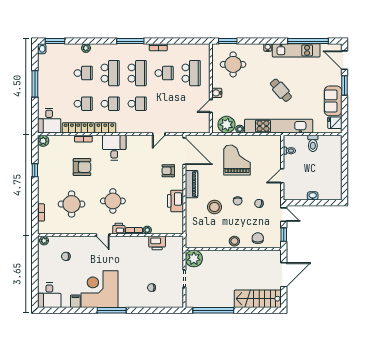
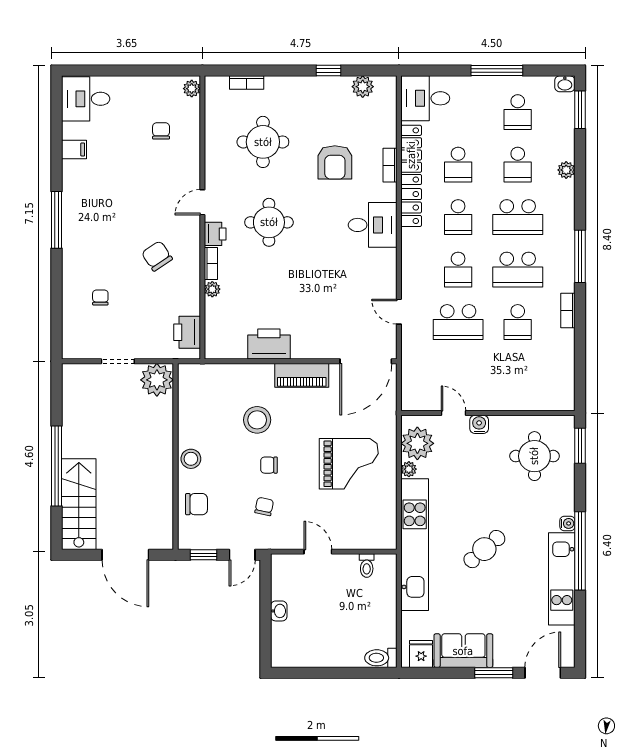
window: (308, 41) -> (580, 551), moved
school desk: (56, 73) -> (518, 112), added
school desk: (191, 73) -> (458, 322), moved
plant: (43, 141) -> (363, 87), moved
toilet: (313, 143) -> (381, 658), moved
armchair: (168, 171) -> (328, 330), removed
printer: (157, 243) -> (187, 332), moved
chair: (130, 258) -> (157, 256), added
corner desk: (99, 289) -> (98, 196), removed
window: (213, 310) -> (56, 466), moved

